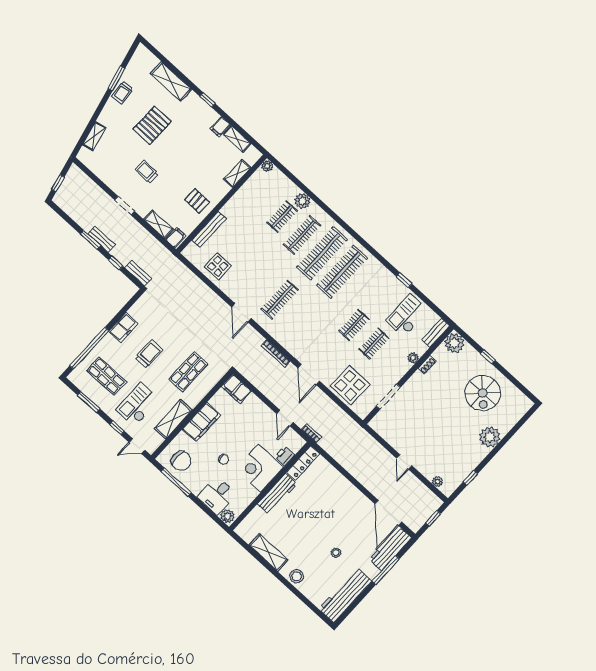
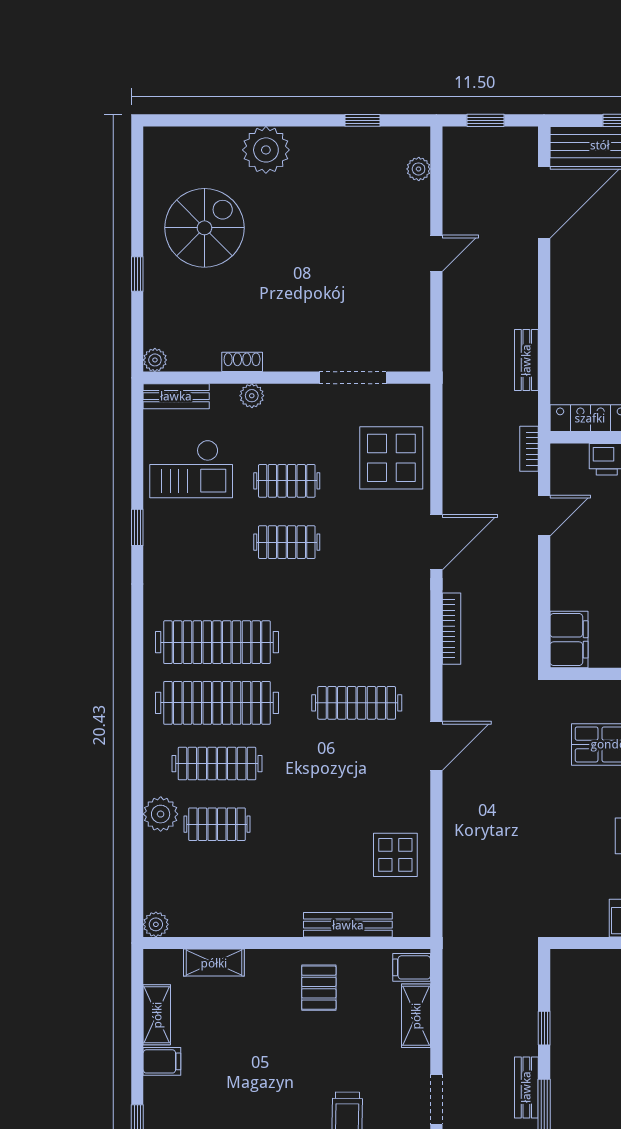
bench: (138, 273) -> (526, 360), moved
plant: (454, 343) -> (155, 360), width x0.53, depth x0.53

